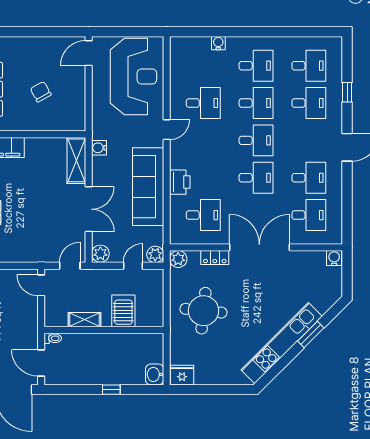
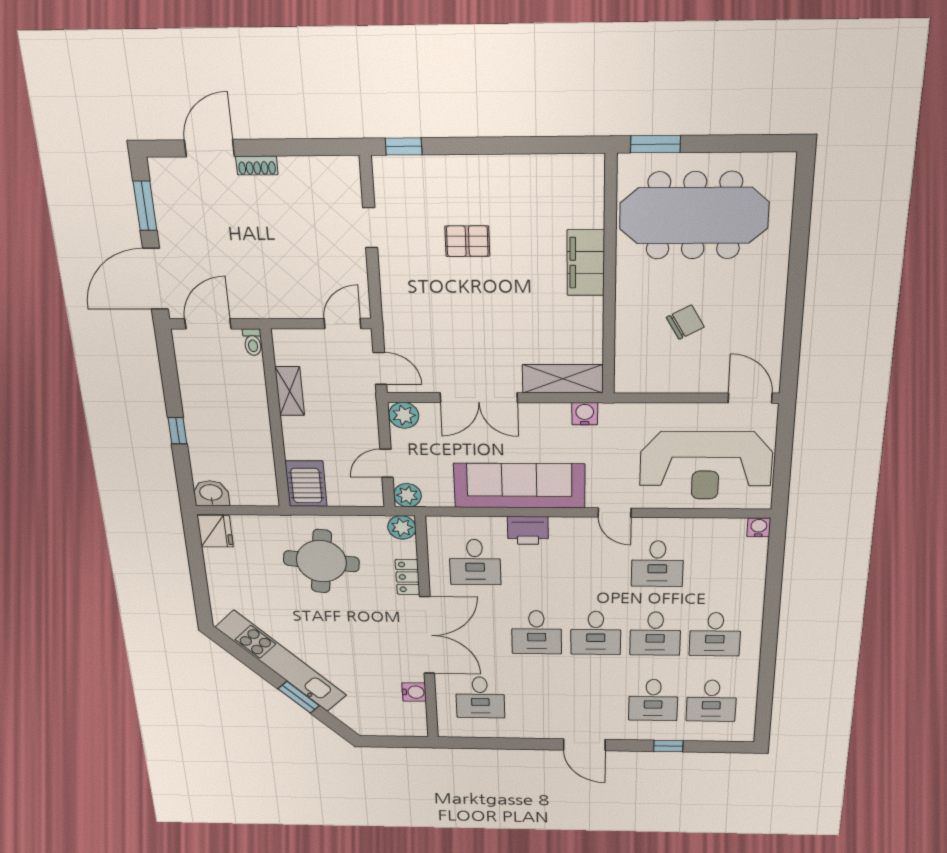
water cooler: (218, 43) -> (759, 527), moved, turned -90
desk: (309, 178) -> (538, 698), removed
water cooler: (334, 258) -> (414, 692), moved
door: (133, 266) -> (386, 463), swing flipped
server rack: (123, 311) -> (306, 484), moved, turned -90

